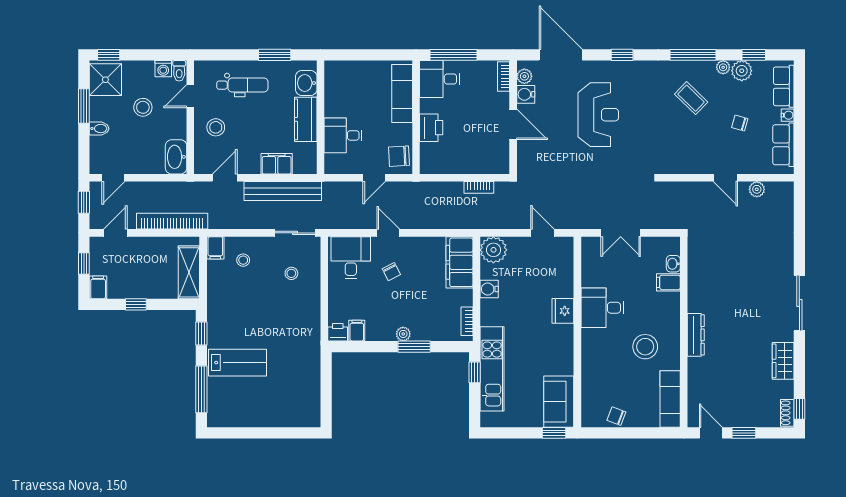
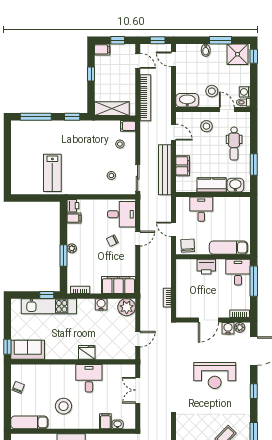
stool: (143, 107) -> (212, 91), moved
lab bench: (238, 363) -> (52, 173), moved

